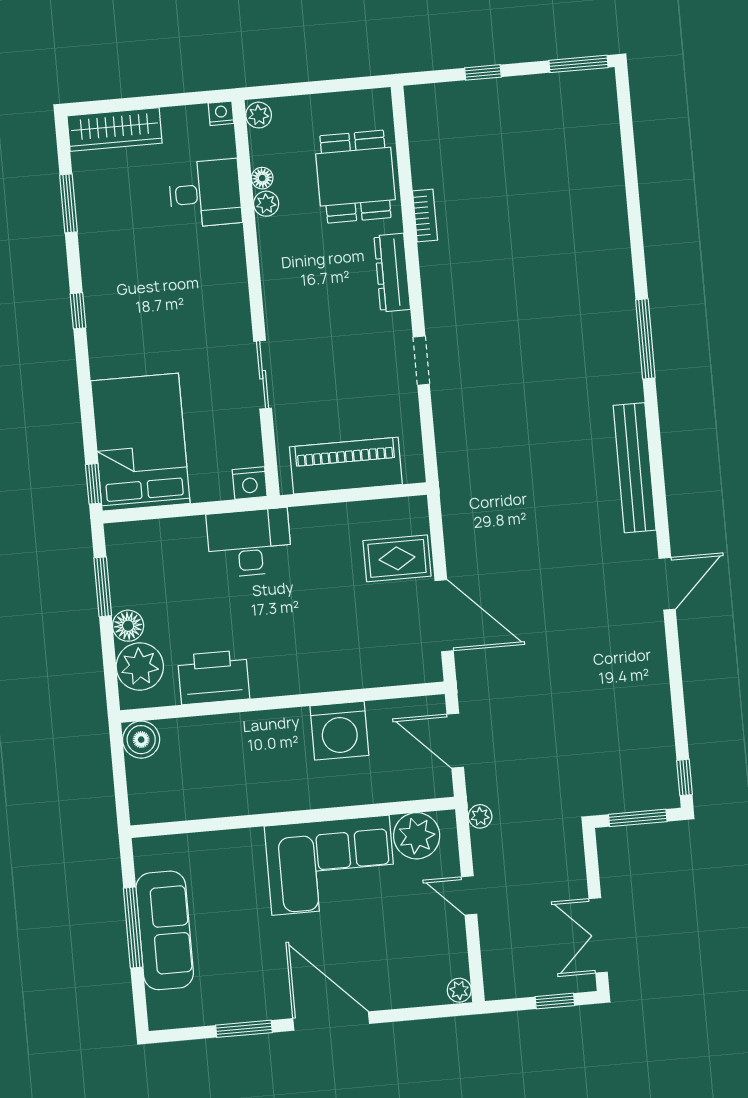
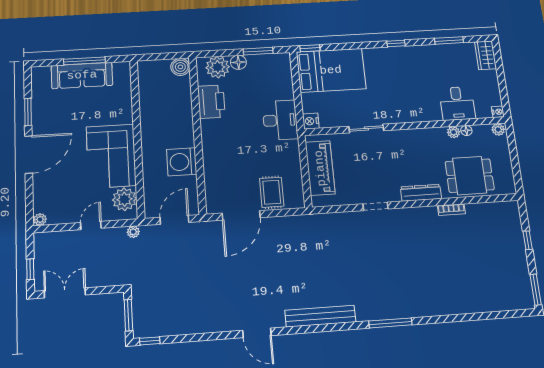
wardrobe: (115, 130) -> (486, 55), width x0.67

